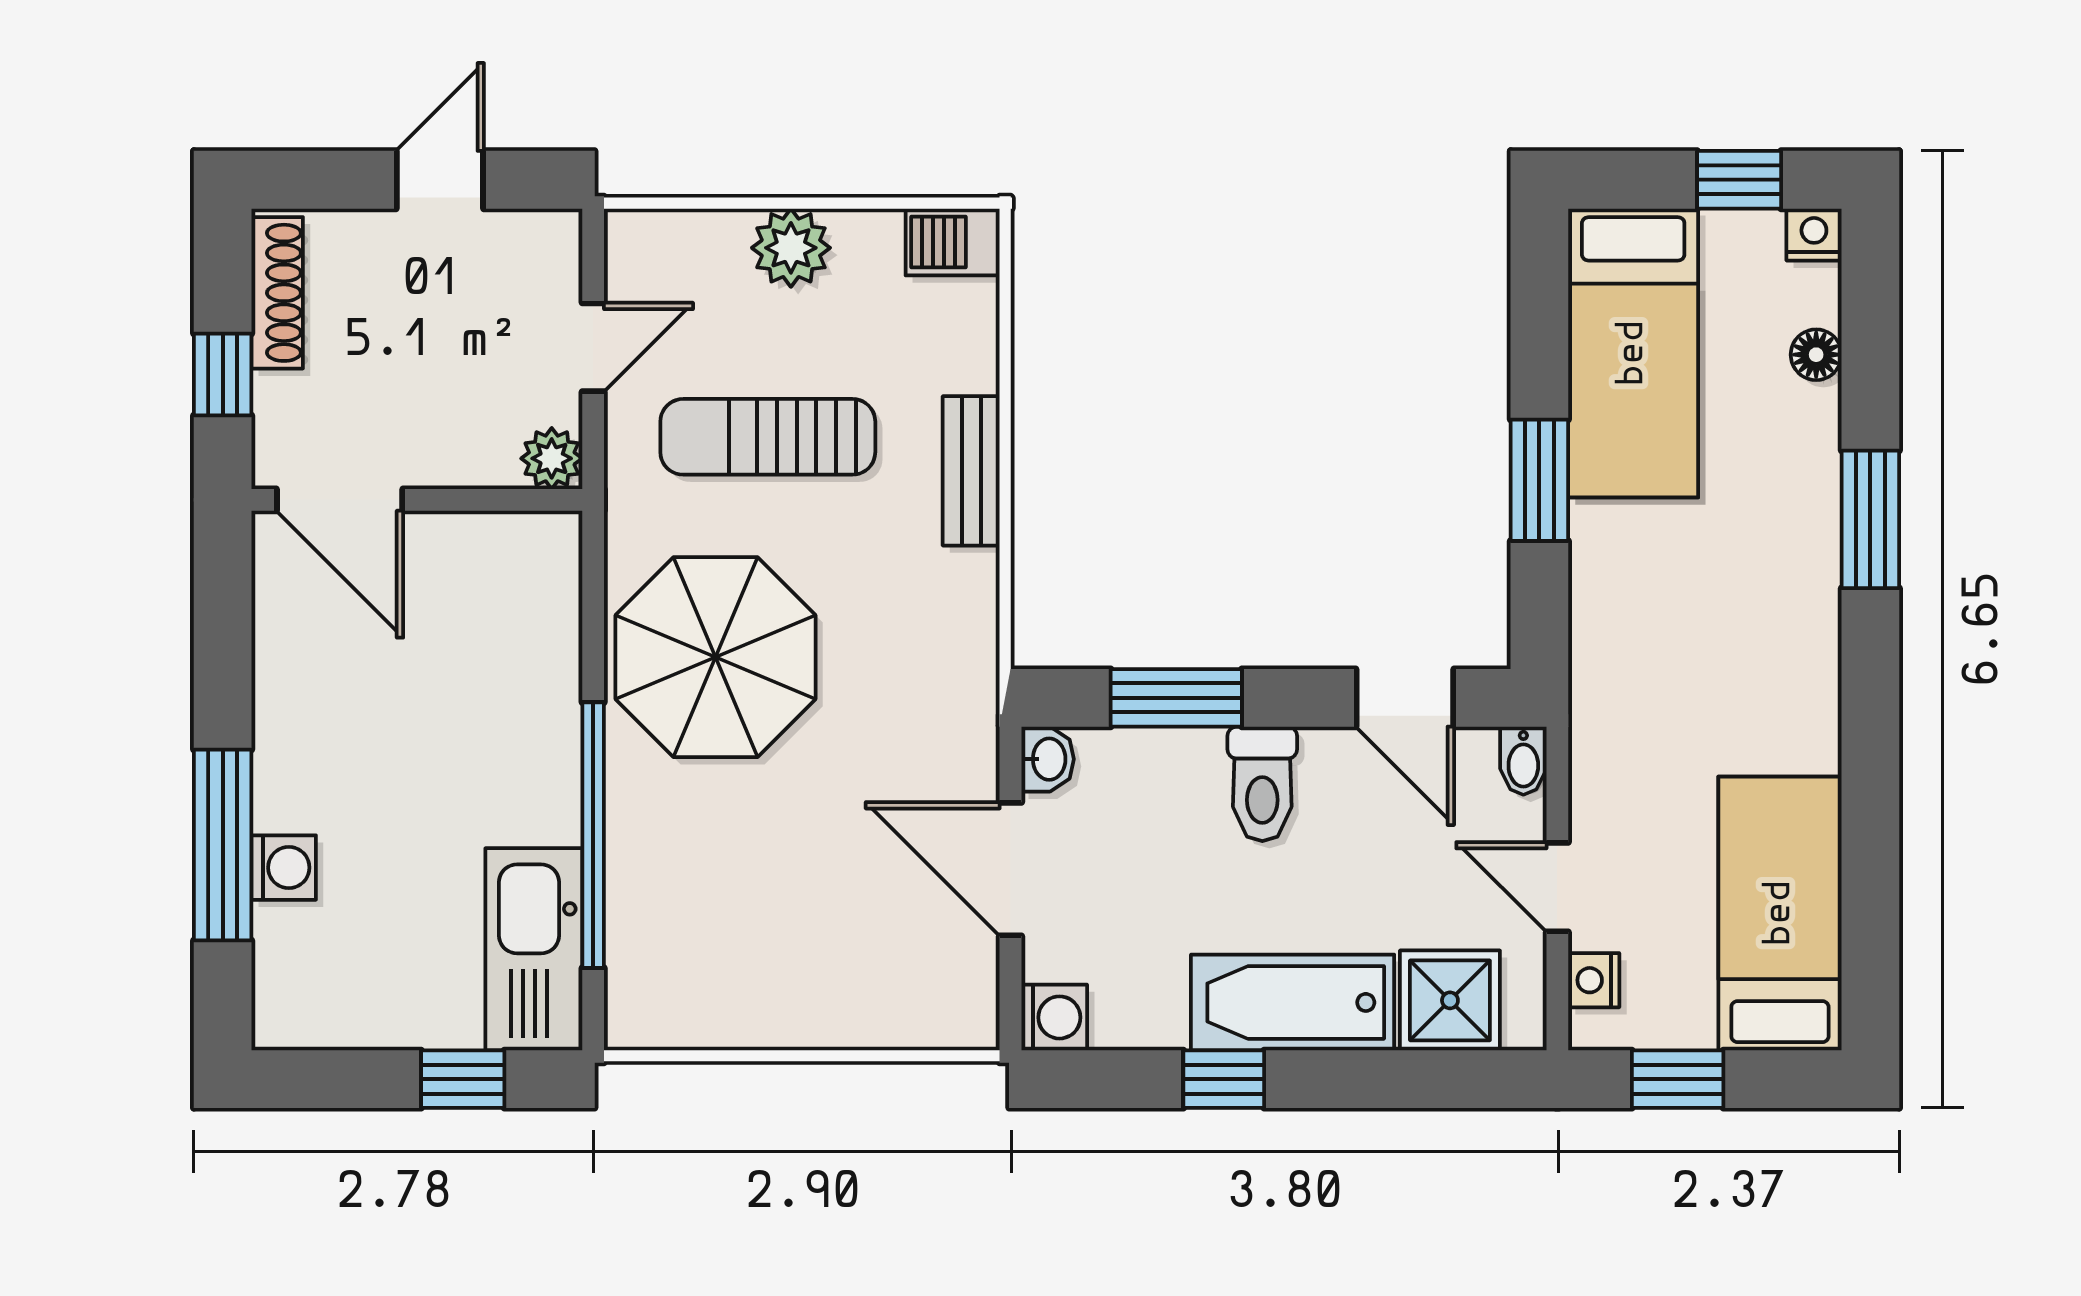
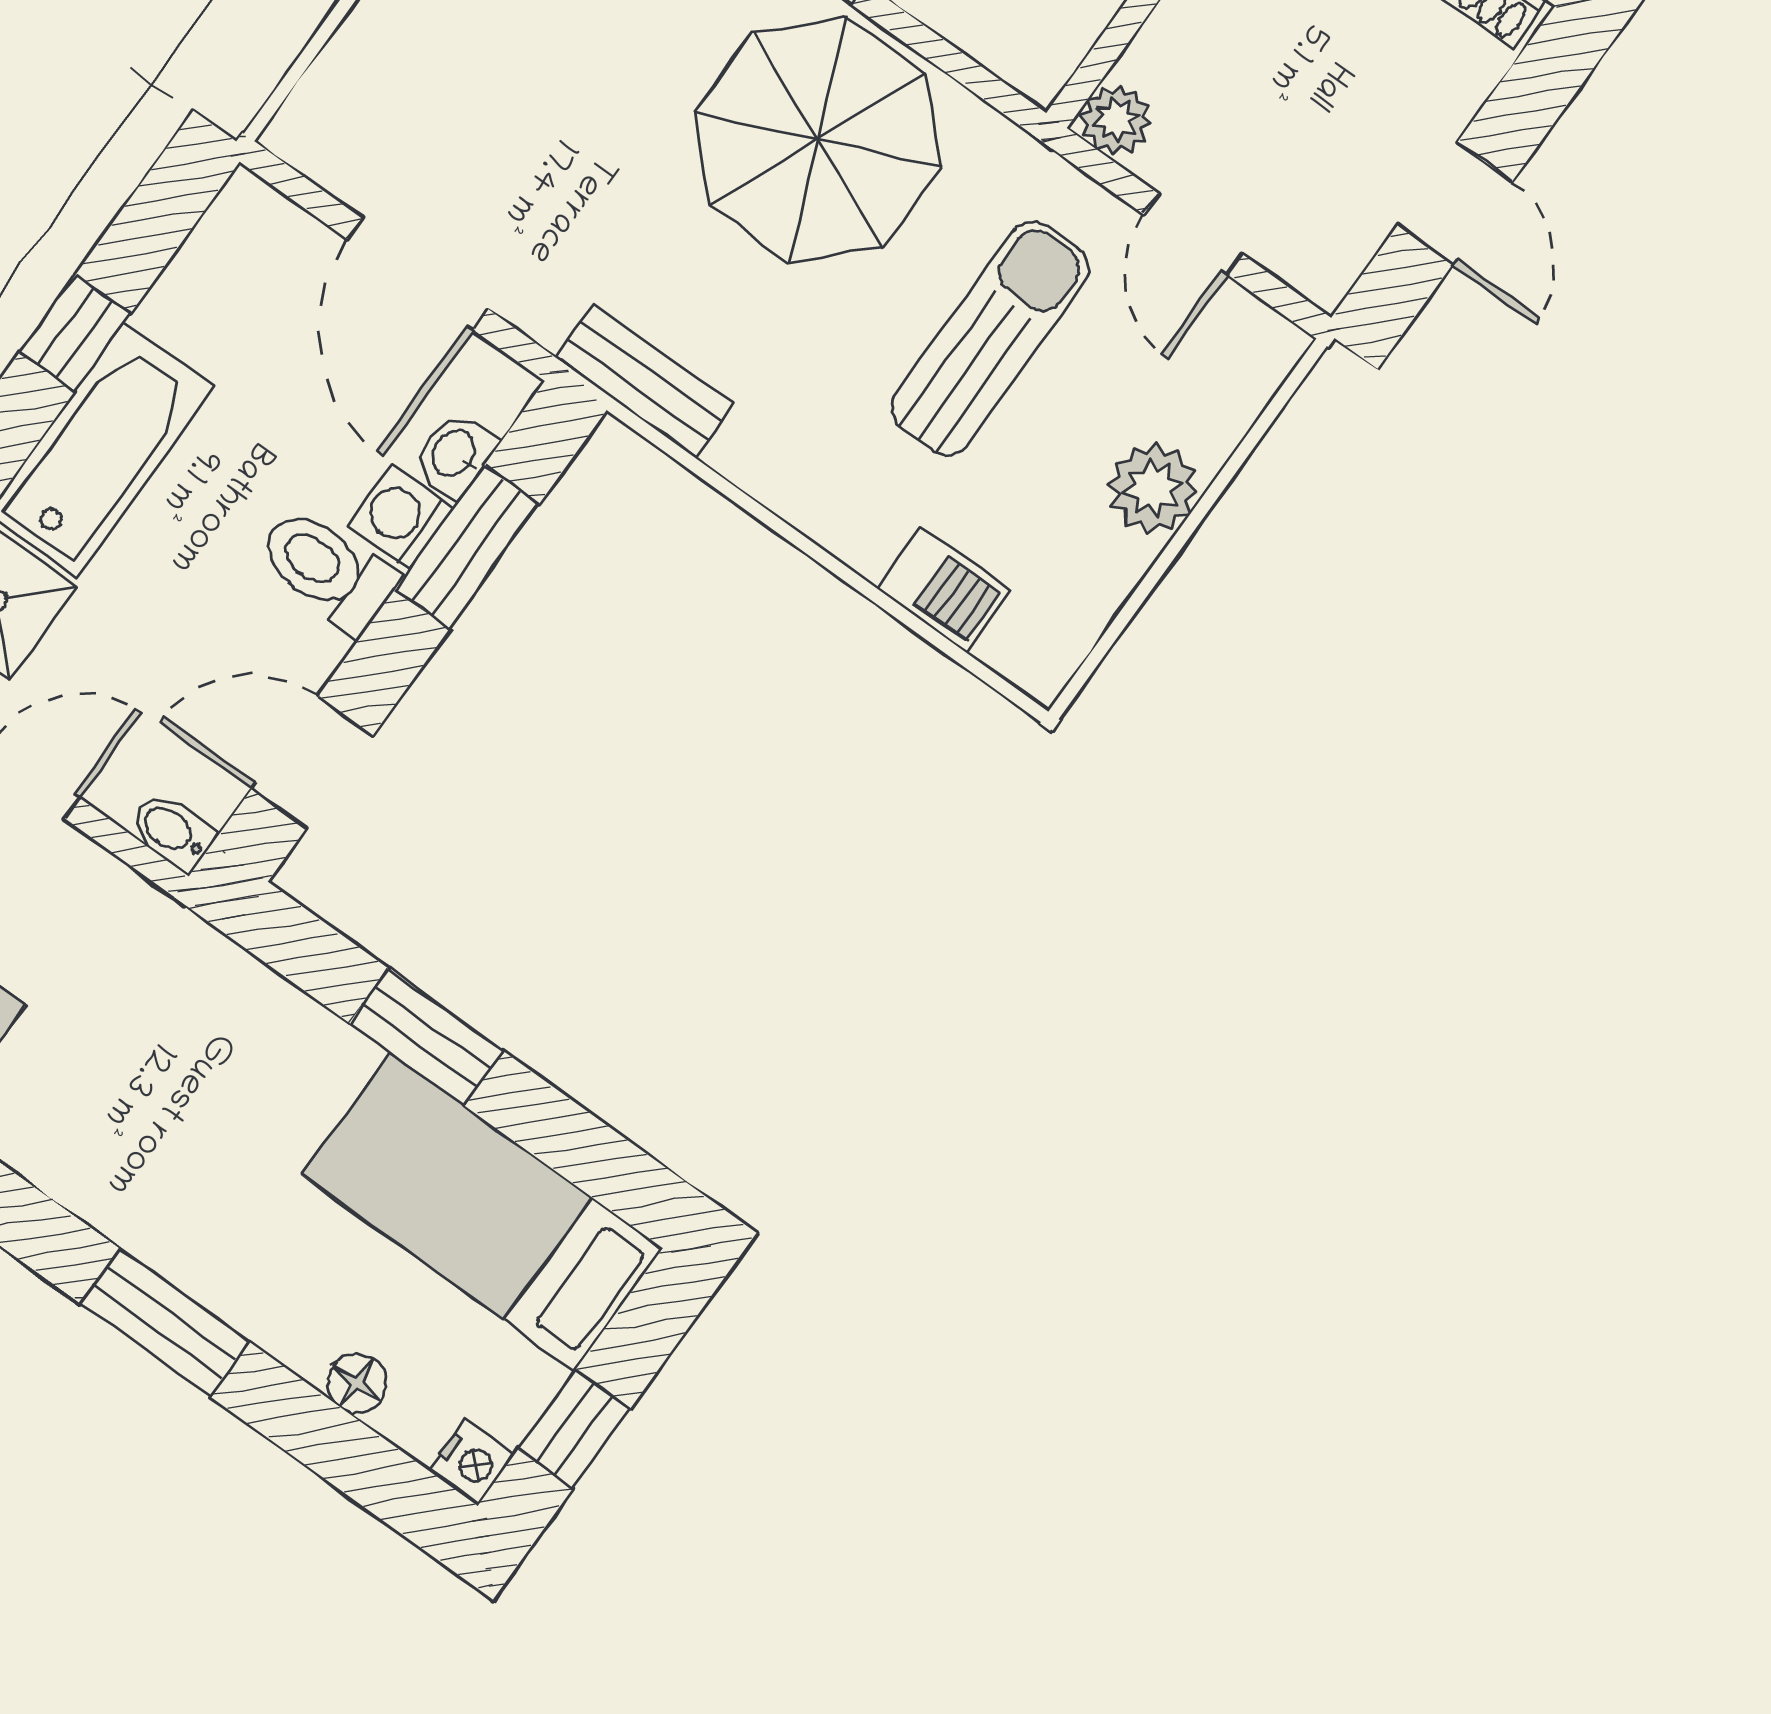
barbecue: (953, 242) -> (944, 589), moved, turned 90
bench: (971, 471) -> (645, 381), moved
washbasin: (1048, 759) -> (455, 454), moved, turned 90
door: (1011, 869) -> (418, 274), swing flipped
washing machine: (1054, 1017) -> (400, 517), moved, turned 90

